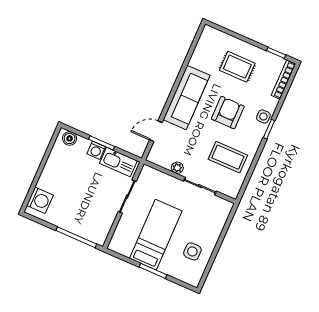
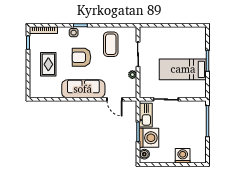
washing machine: (96, 150) -> (149, 138), width x1.89, depth x1.89
washing machine: (40, 200) -> (183, 156), moved
side table: (192, 251) -> (183, 40), removed

